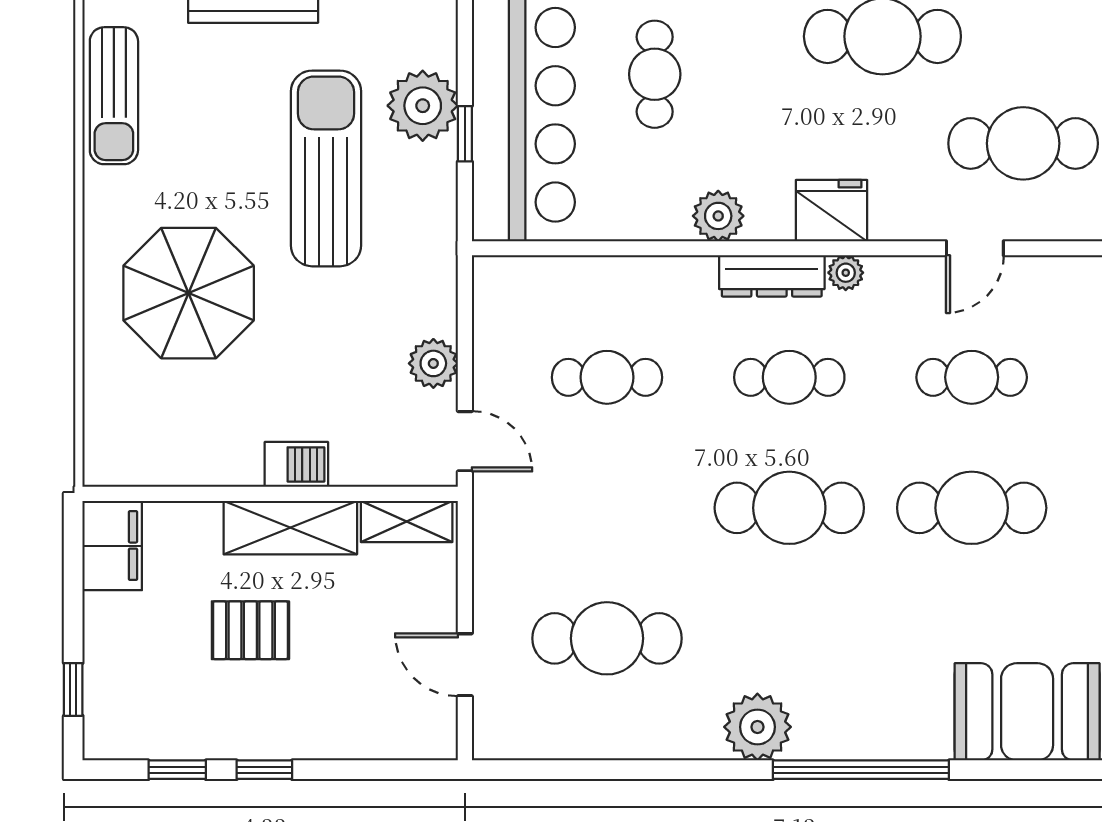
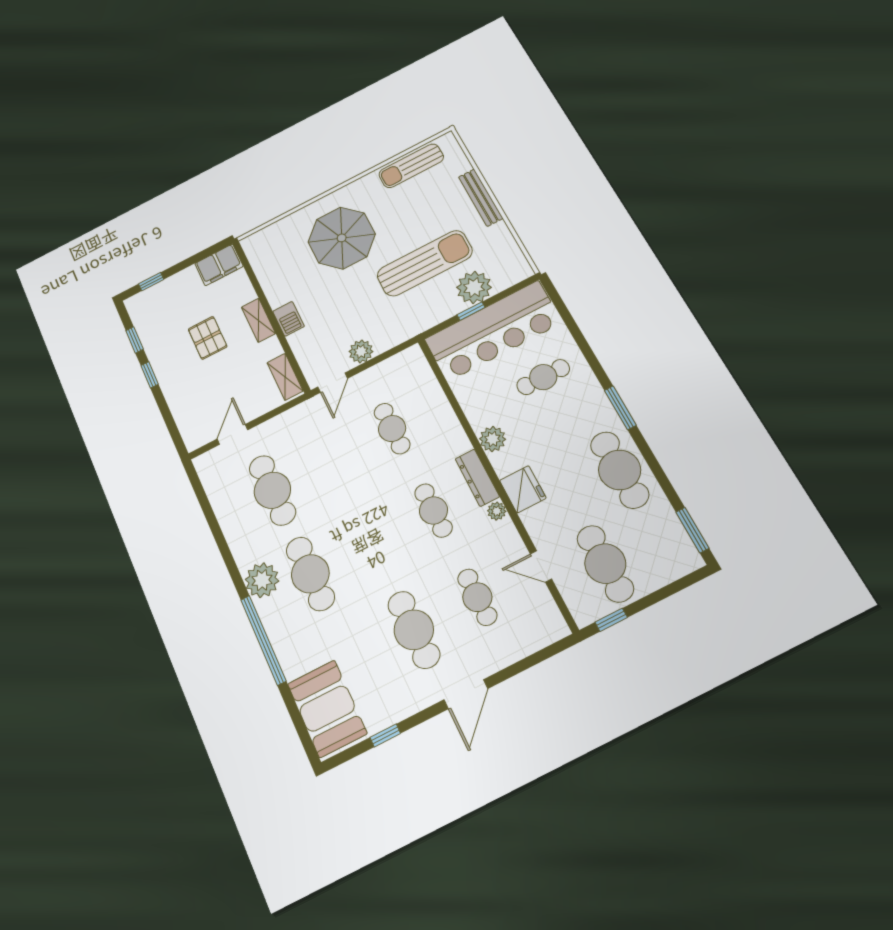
cafe table: (789, 508) -> (310, 574), moved
shelving: (290, 528) -> (258, 320), width x0.67, depth x0.75

